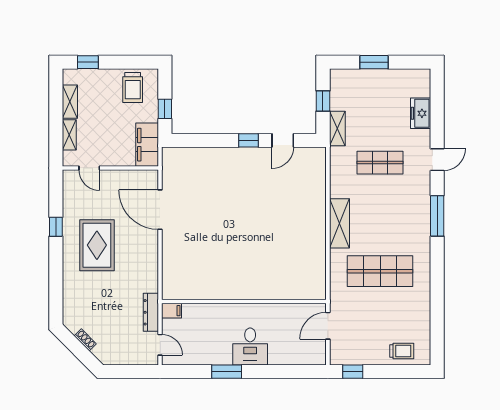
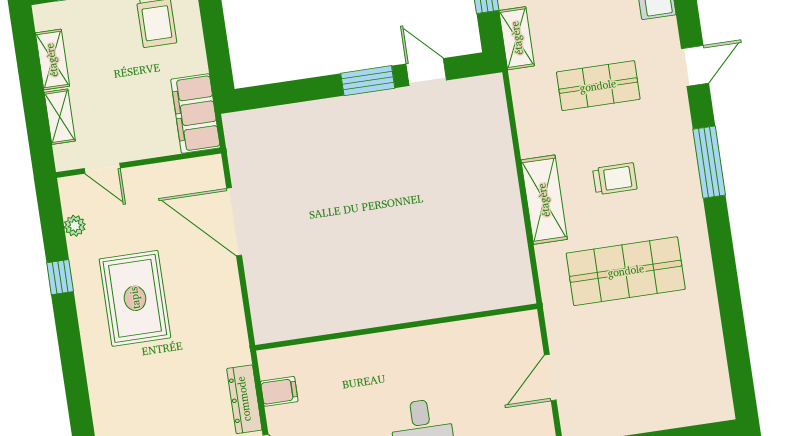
window: (165, 109) -> (217, 48), removed
window: (249, 140) -> (368, 81), width x1.50
door: (283, 140) -> (426, 72), swing flipped
plant: (69, 199) -> (75, 226), added
wall: (244, 302) -> (396, 327), moved
trolley: (402, 351) -> (615, 179), moved

